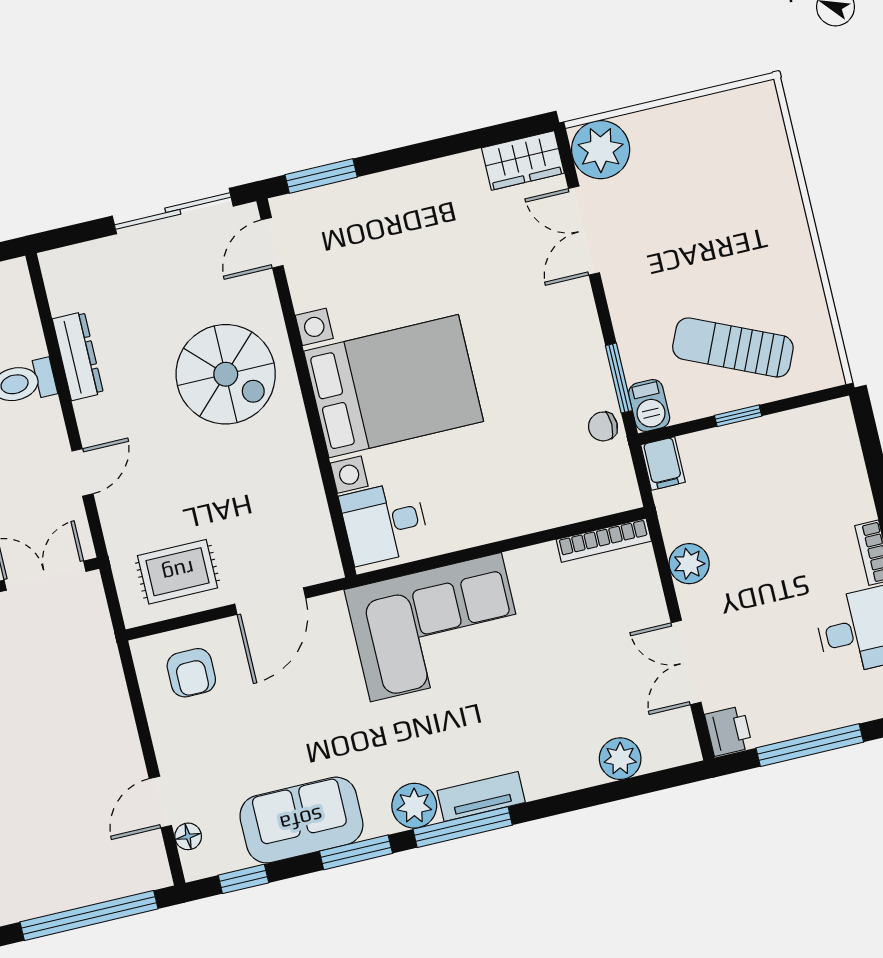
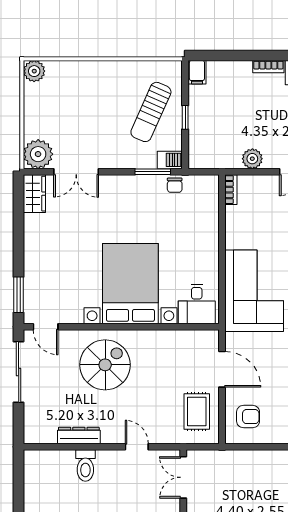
plant: (758, 104) -> (34, 71), added
filing cabinet: (663, 463) -> (197, 72), moved, turned 90
bookcase: (604, 540) -> (231, 190), width x0.64

